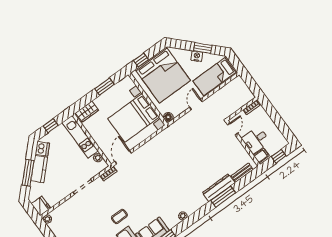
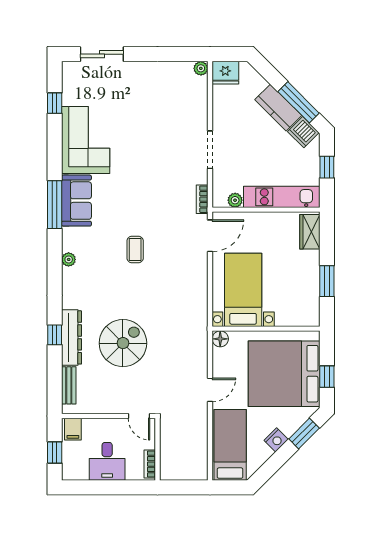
window: (203, 48) -> (304, 434), moved
window: (141, 60) -> (327, 377), moved
door: (196, 104) -> (210, 390), hinge flipped
bed with nightstands: (134, 118) -> (243, 290), width x0.73
desk: (256, 140) -> (107, 461), moved, turned 180
door: (123, 157) -> (210, 236), hinge flipped
spiral stairs: (204, 162) -> (123, 343), added
window: (28, 173) -> (299, 102), moved
window: (223, 197) -> (55, 335), width x0.46
coffee table: (119, 216) -> (135, 250), moved

